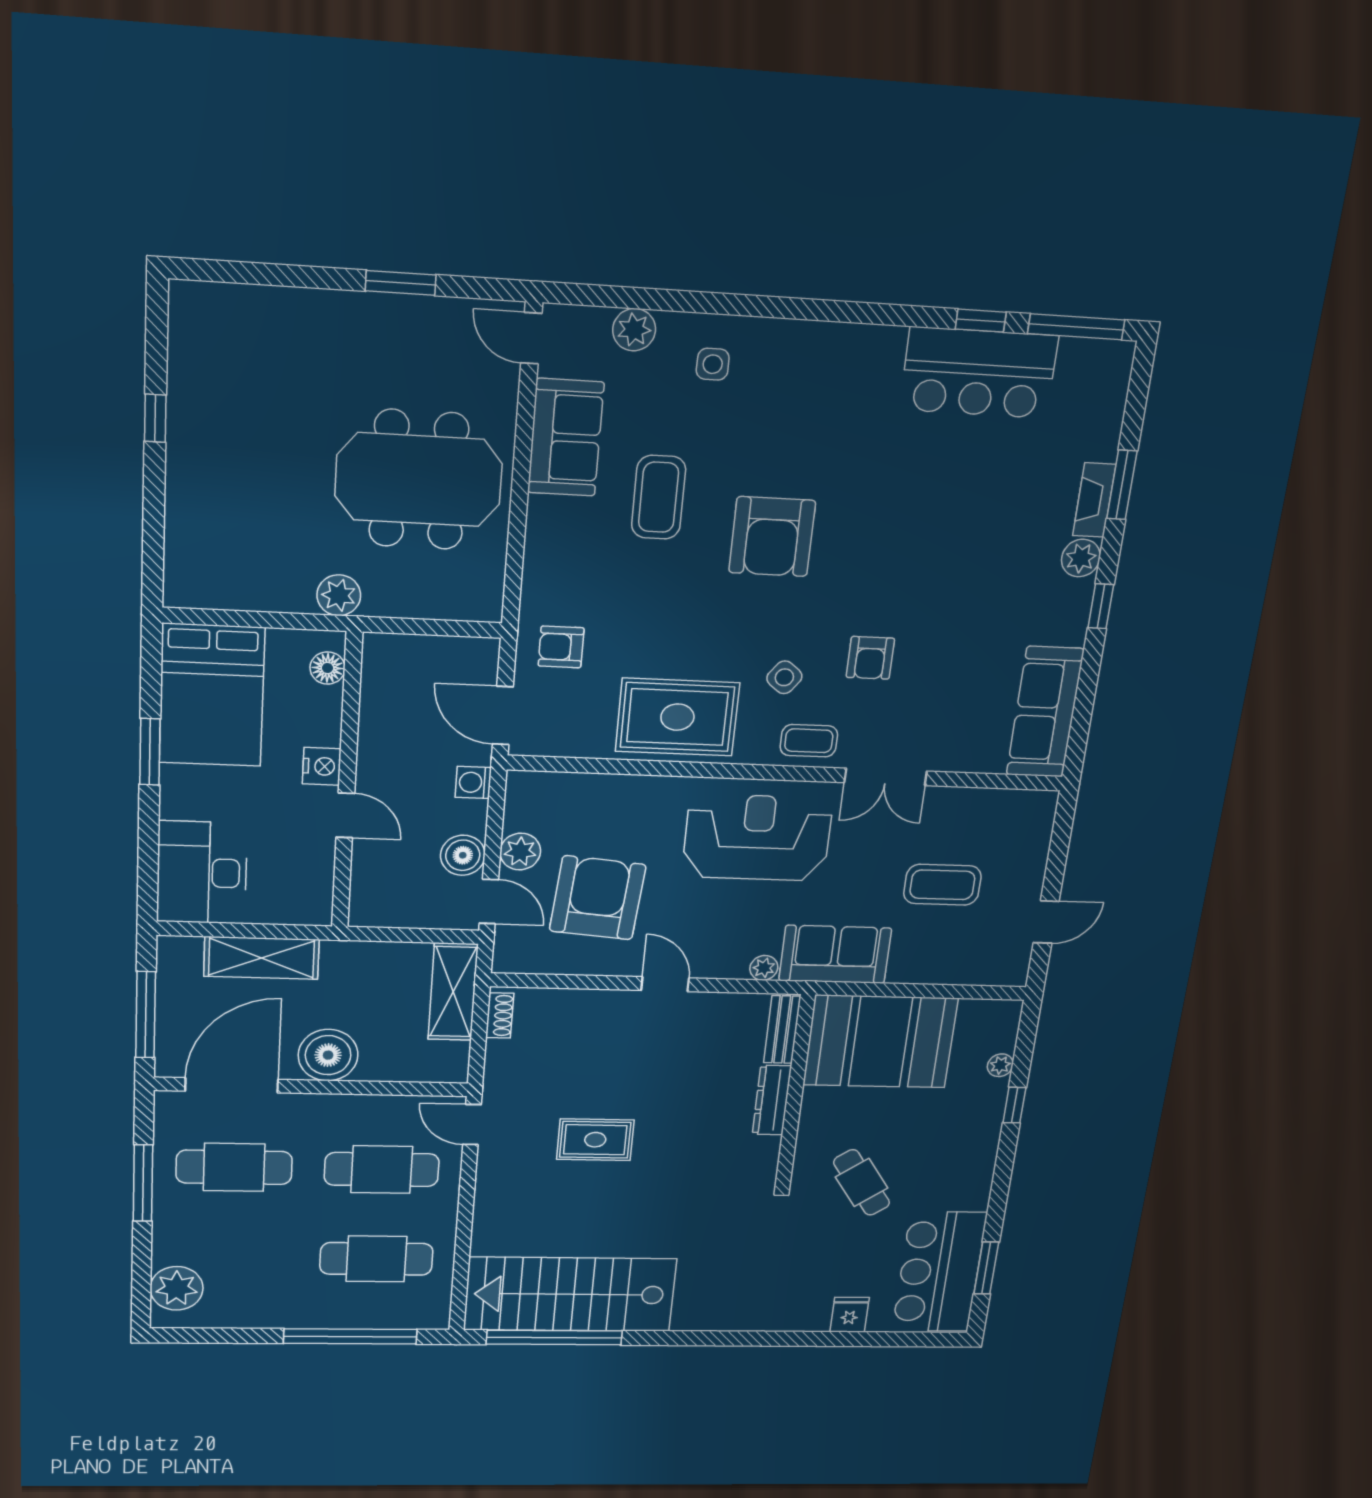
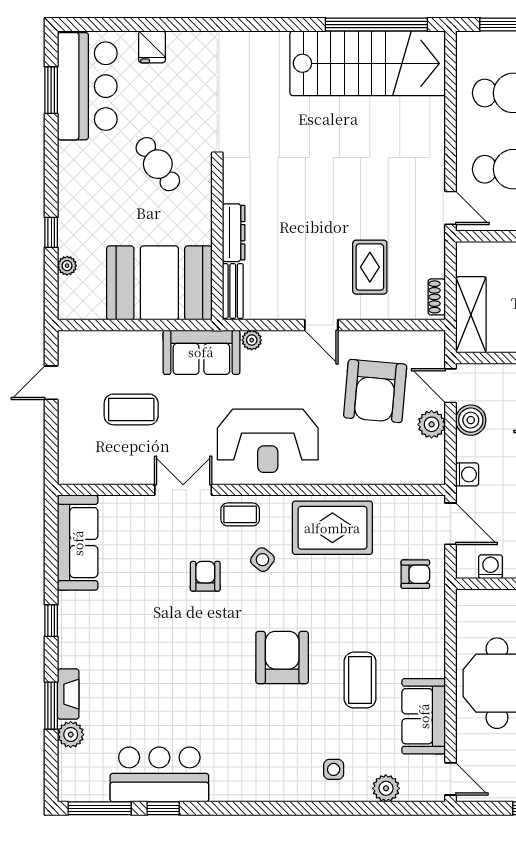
plant: (1081, 558) -> (71, 735), moved
washing machine: (447, 652) -> (490, 567), added
rug: (595, 1140) -> (370, 267), moved, turned 90

